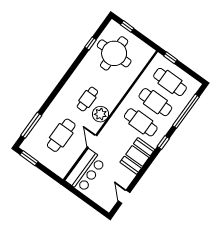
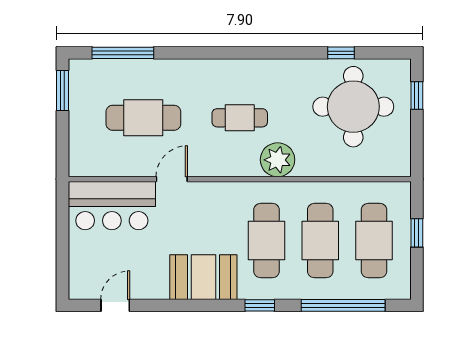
window: (170, 58) -> (417, 233), moved
plant: (101, 114) -> (278, 160), moved

